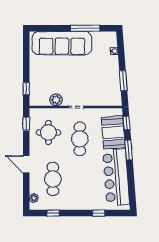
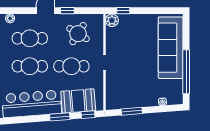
window: (85, 28) -> (186, 72), width x1.46
plant: (56, 100) -> (112, 20), moved
window: (26, 124) -> (67, 11), moved
round table: (48, 133) -> (78, 34), turned 32
cafe table: (80, 179) -> (30, 66), added

